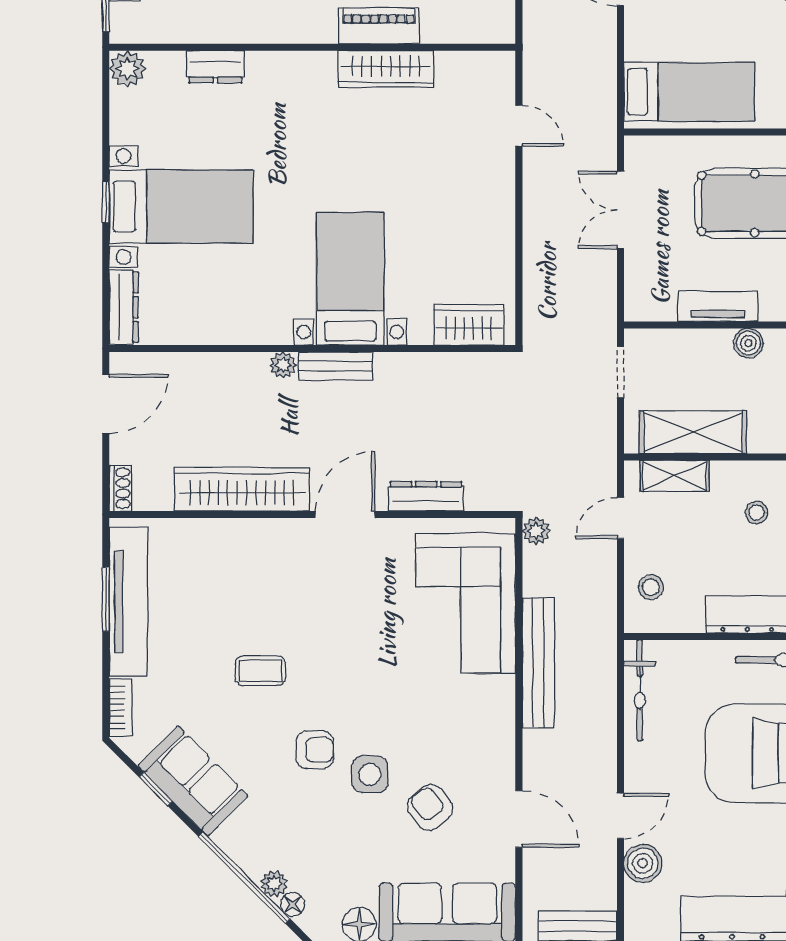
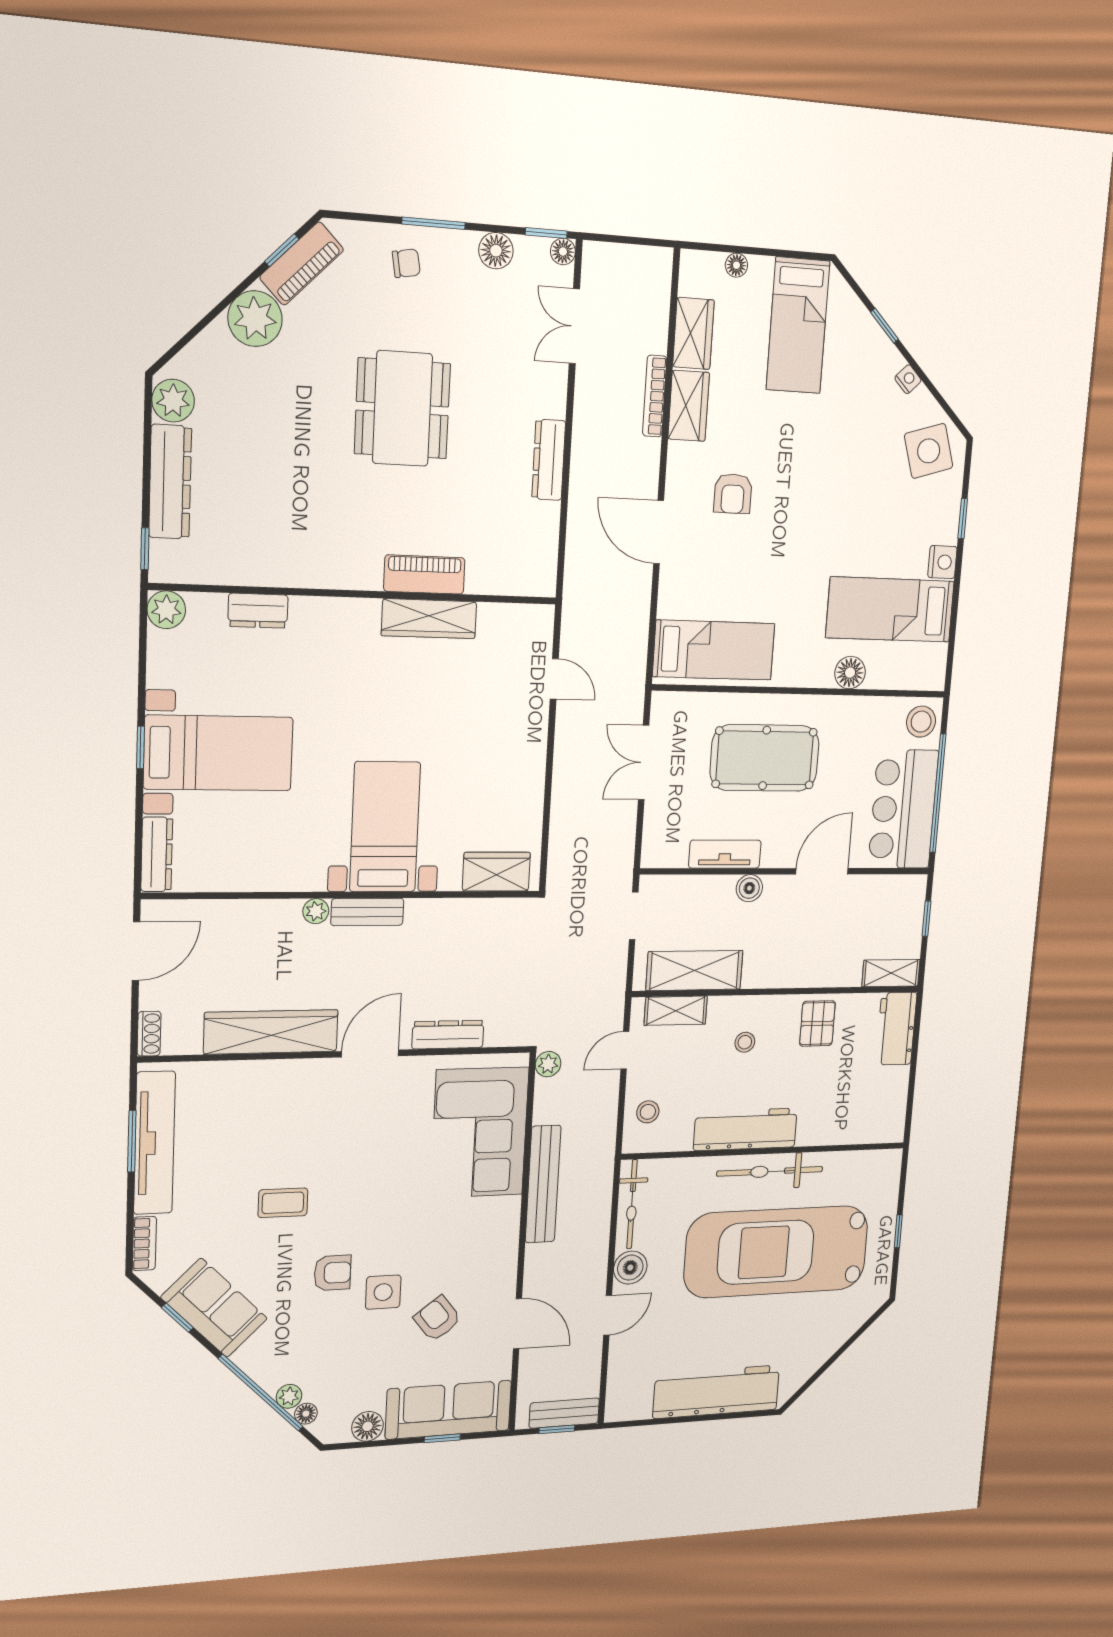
boiler: (643, 863) -> (630, 1268), moved

